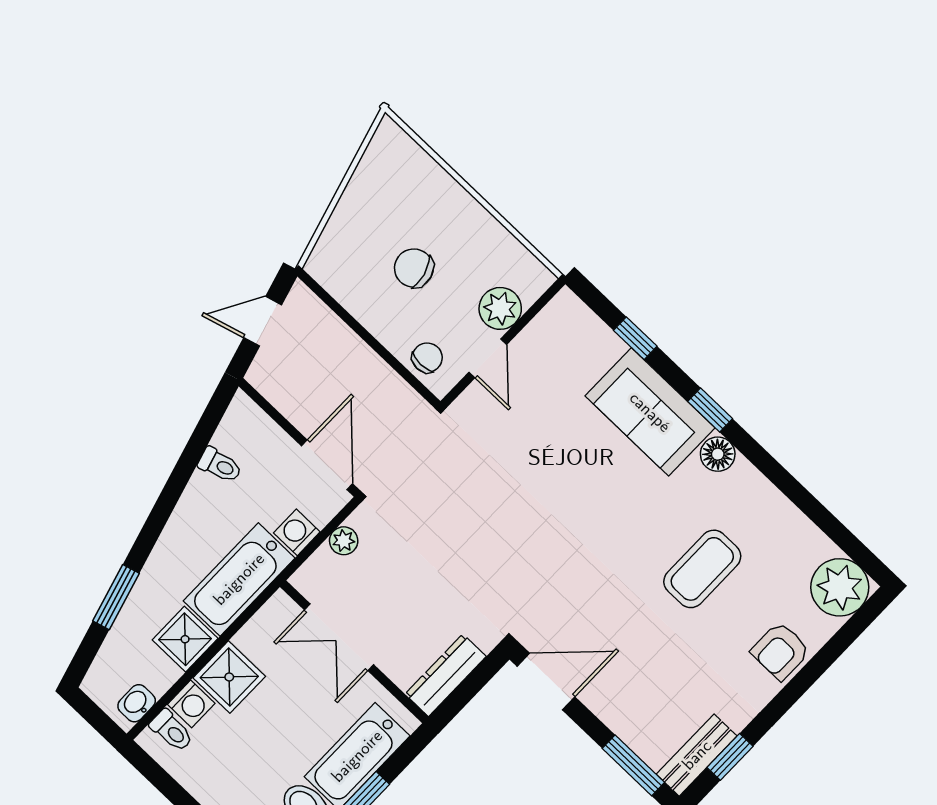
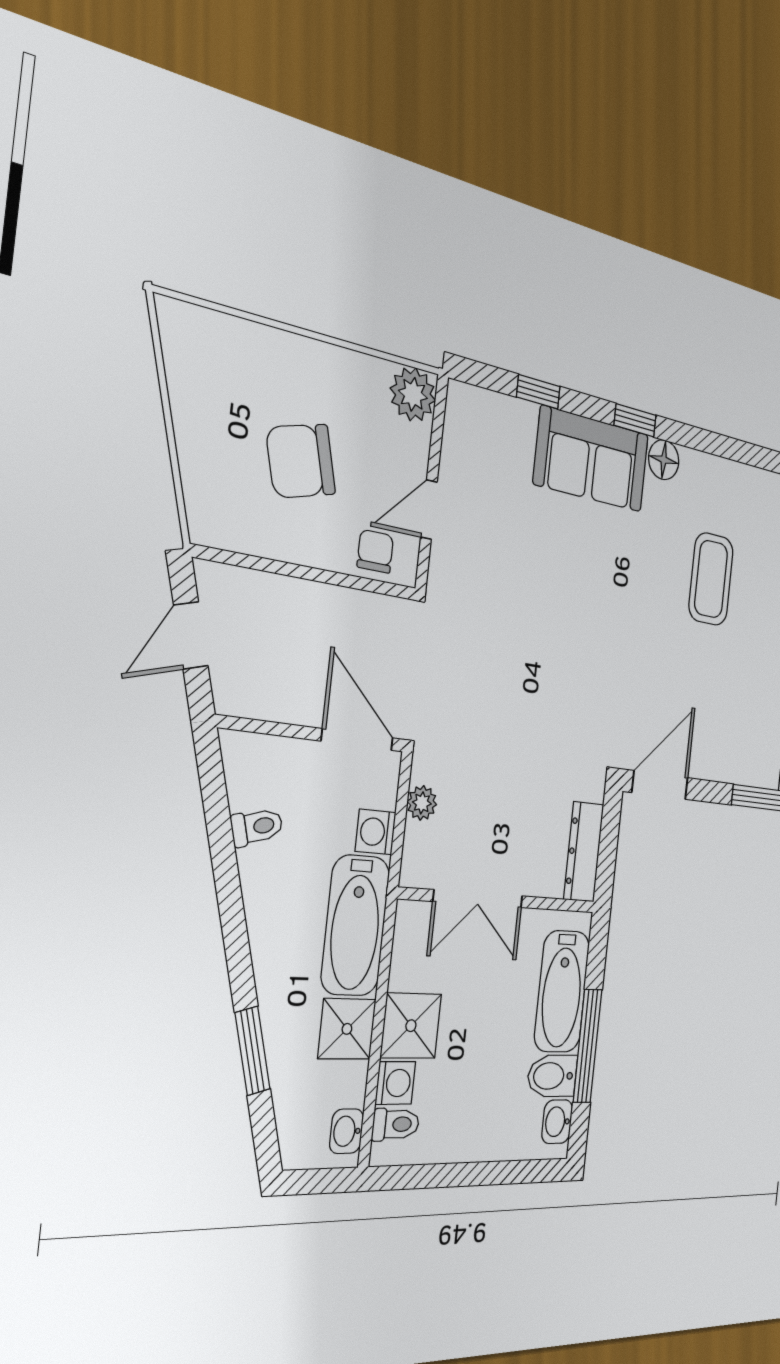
chair: (414, 268) -> (301, 461), width x1.37, depth x1.37
plant: (500, 308) -> (413, 394), moved
door: (488, 358) -> (429, 510), swing flipped

